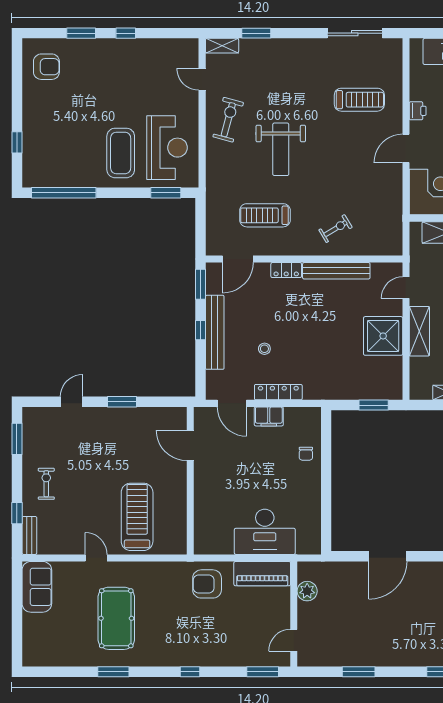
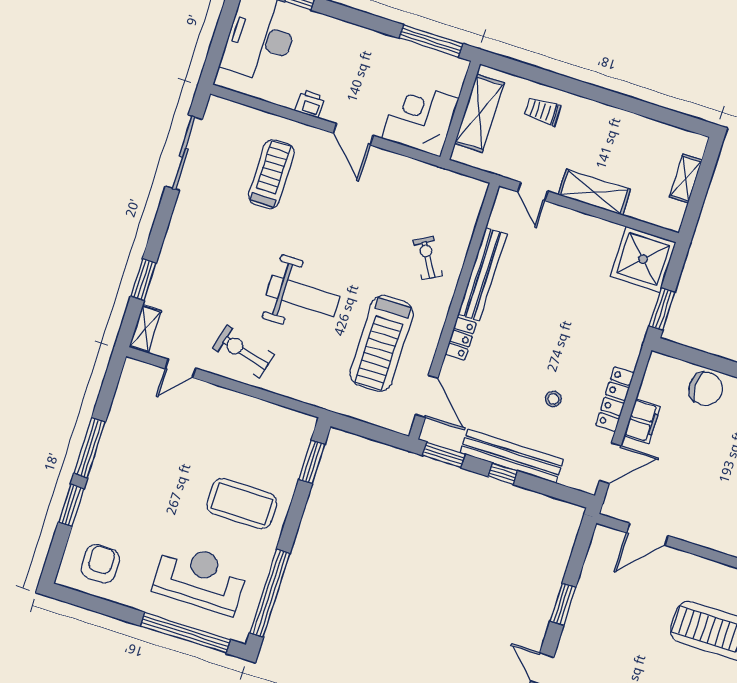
window: (126, 33) -> (90, 448), width x2.17
window: (17, 142) -> (186, 633), width x3.17
reception desk: (167, 148) -> (200, 578), moved
treadmill: (265, 215) -> (382, 343), width x1.37, depth x1.37
shower: (383, 336) -> (643, 259), moved
window: (374, 405) -> (662, 309), moved
chair: (306, 454) -> (706, 389), width x1.87, depth x1.87

